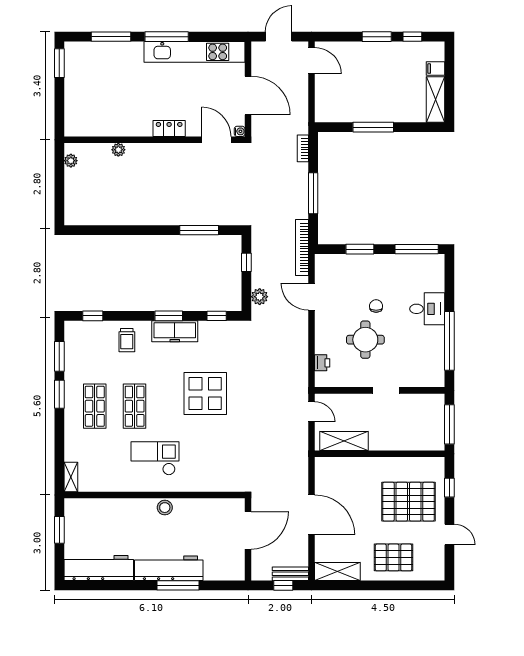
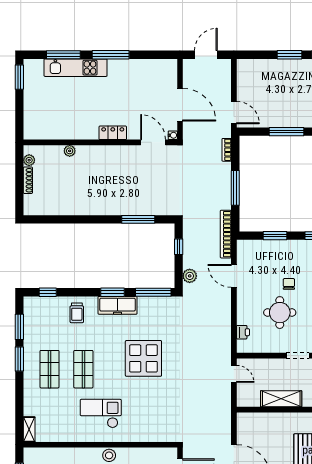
kitchen unit: (194, 52) -> (76, 68), moved, width x0.73
door: (311, 61) -> (234, 113), moved
shoe rack: (69, 184) -> (28, 180), added
window: (217, 316) -> (153, 292), width x2.17
shelving: (344, 441) -> (281, 399), moved

